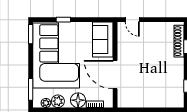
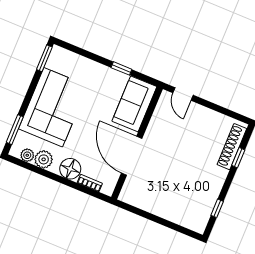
window: (63, 20) -> (121, 68), moved
corner sofa: (56, 55) -> (53, 107), width x0.73, depth x0.74

